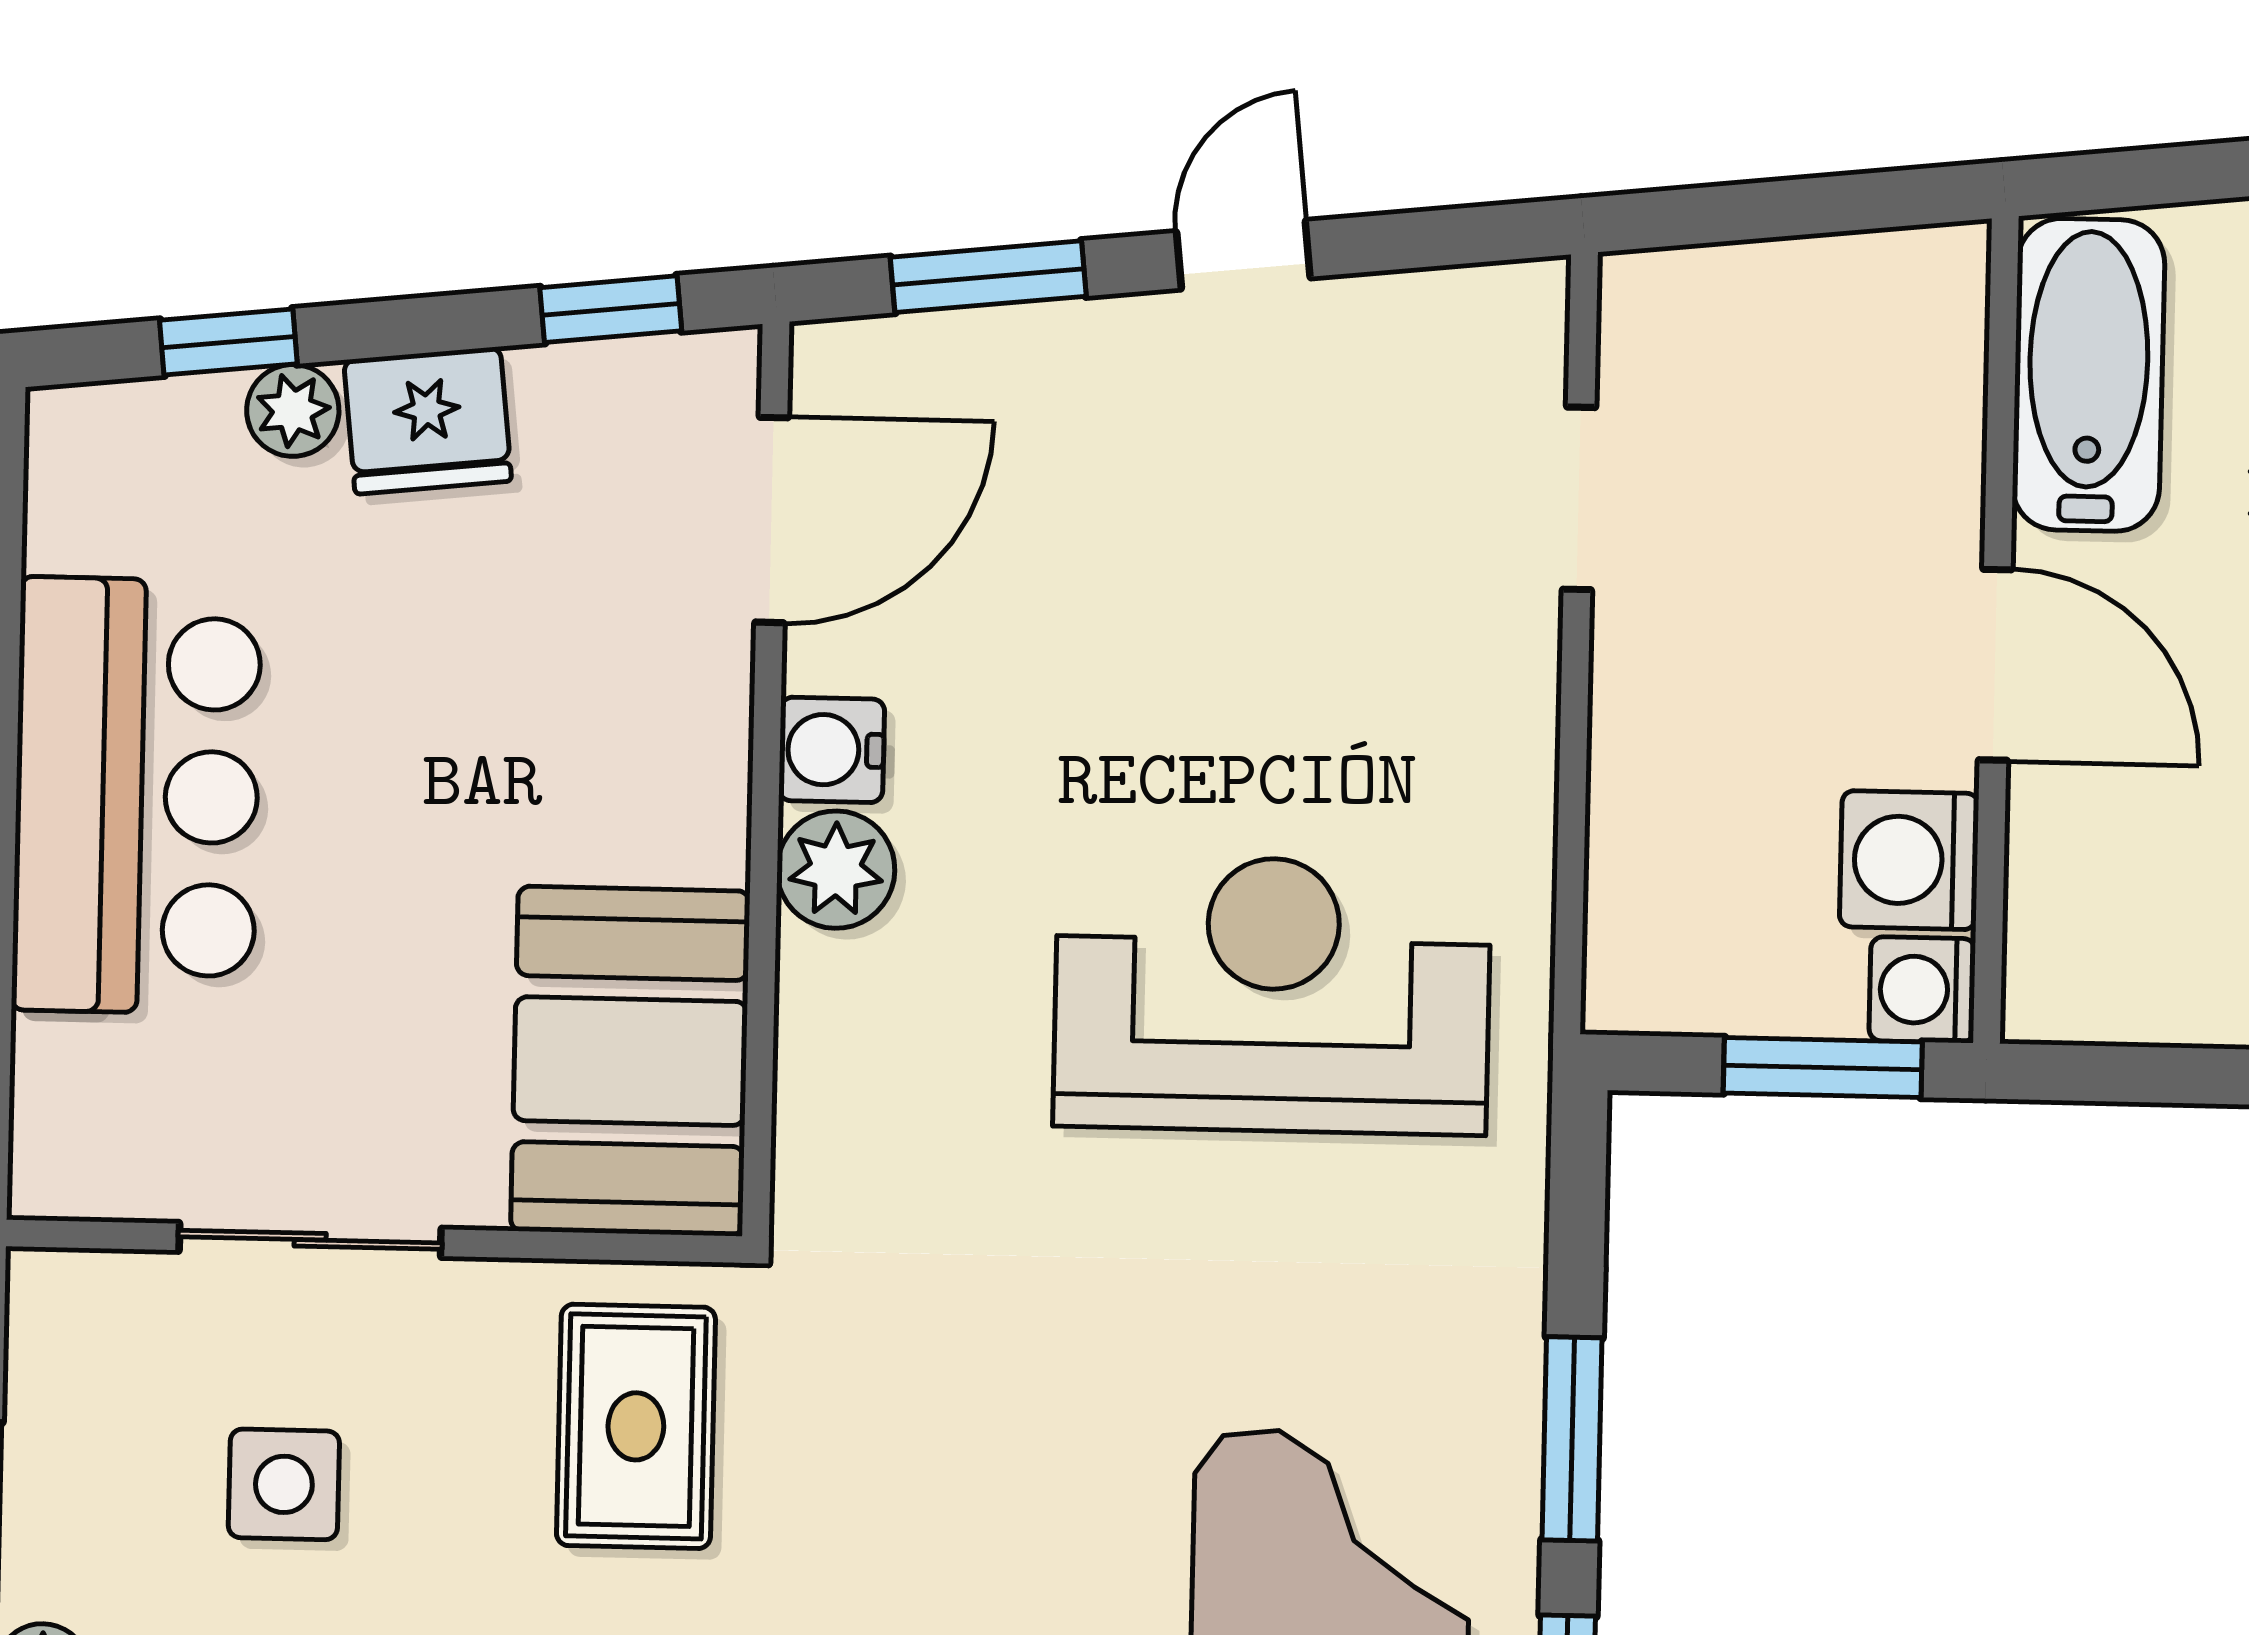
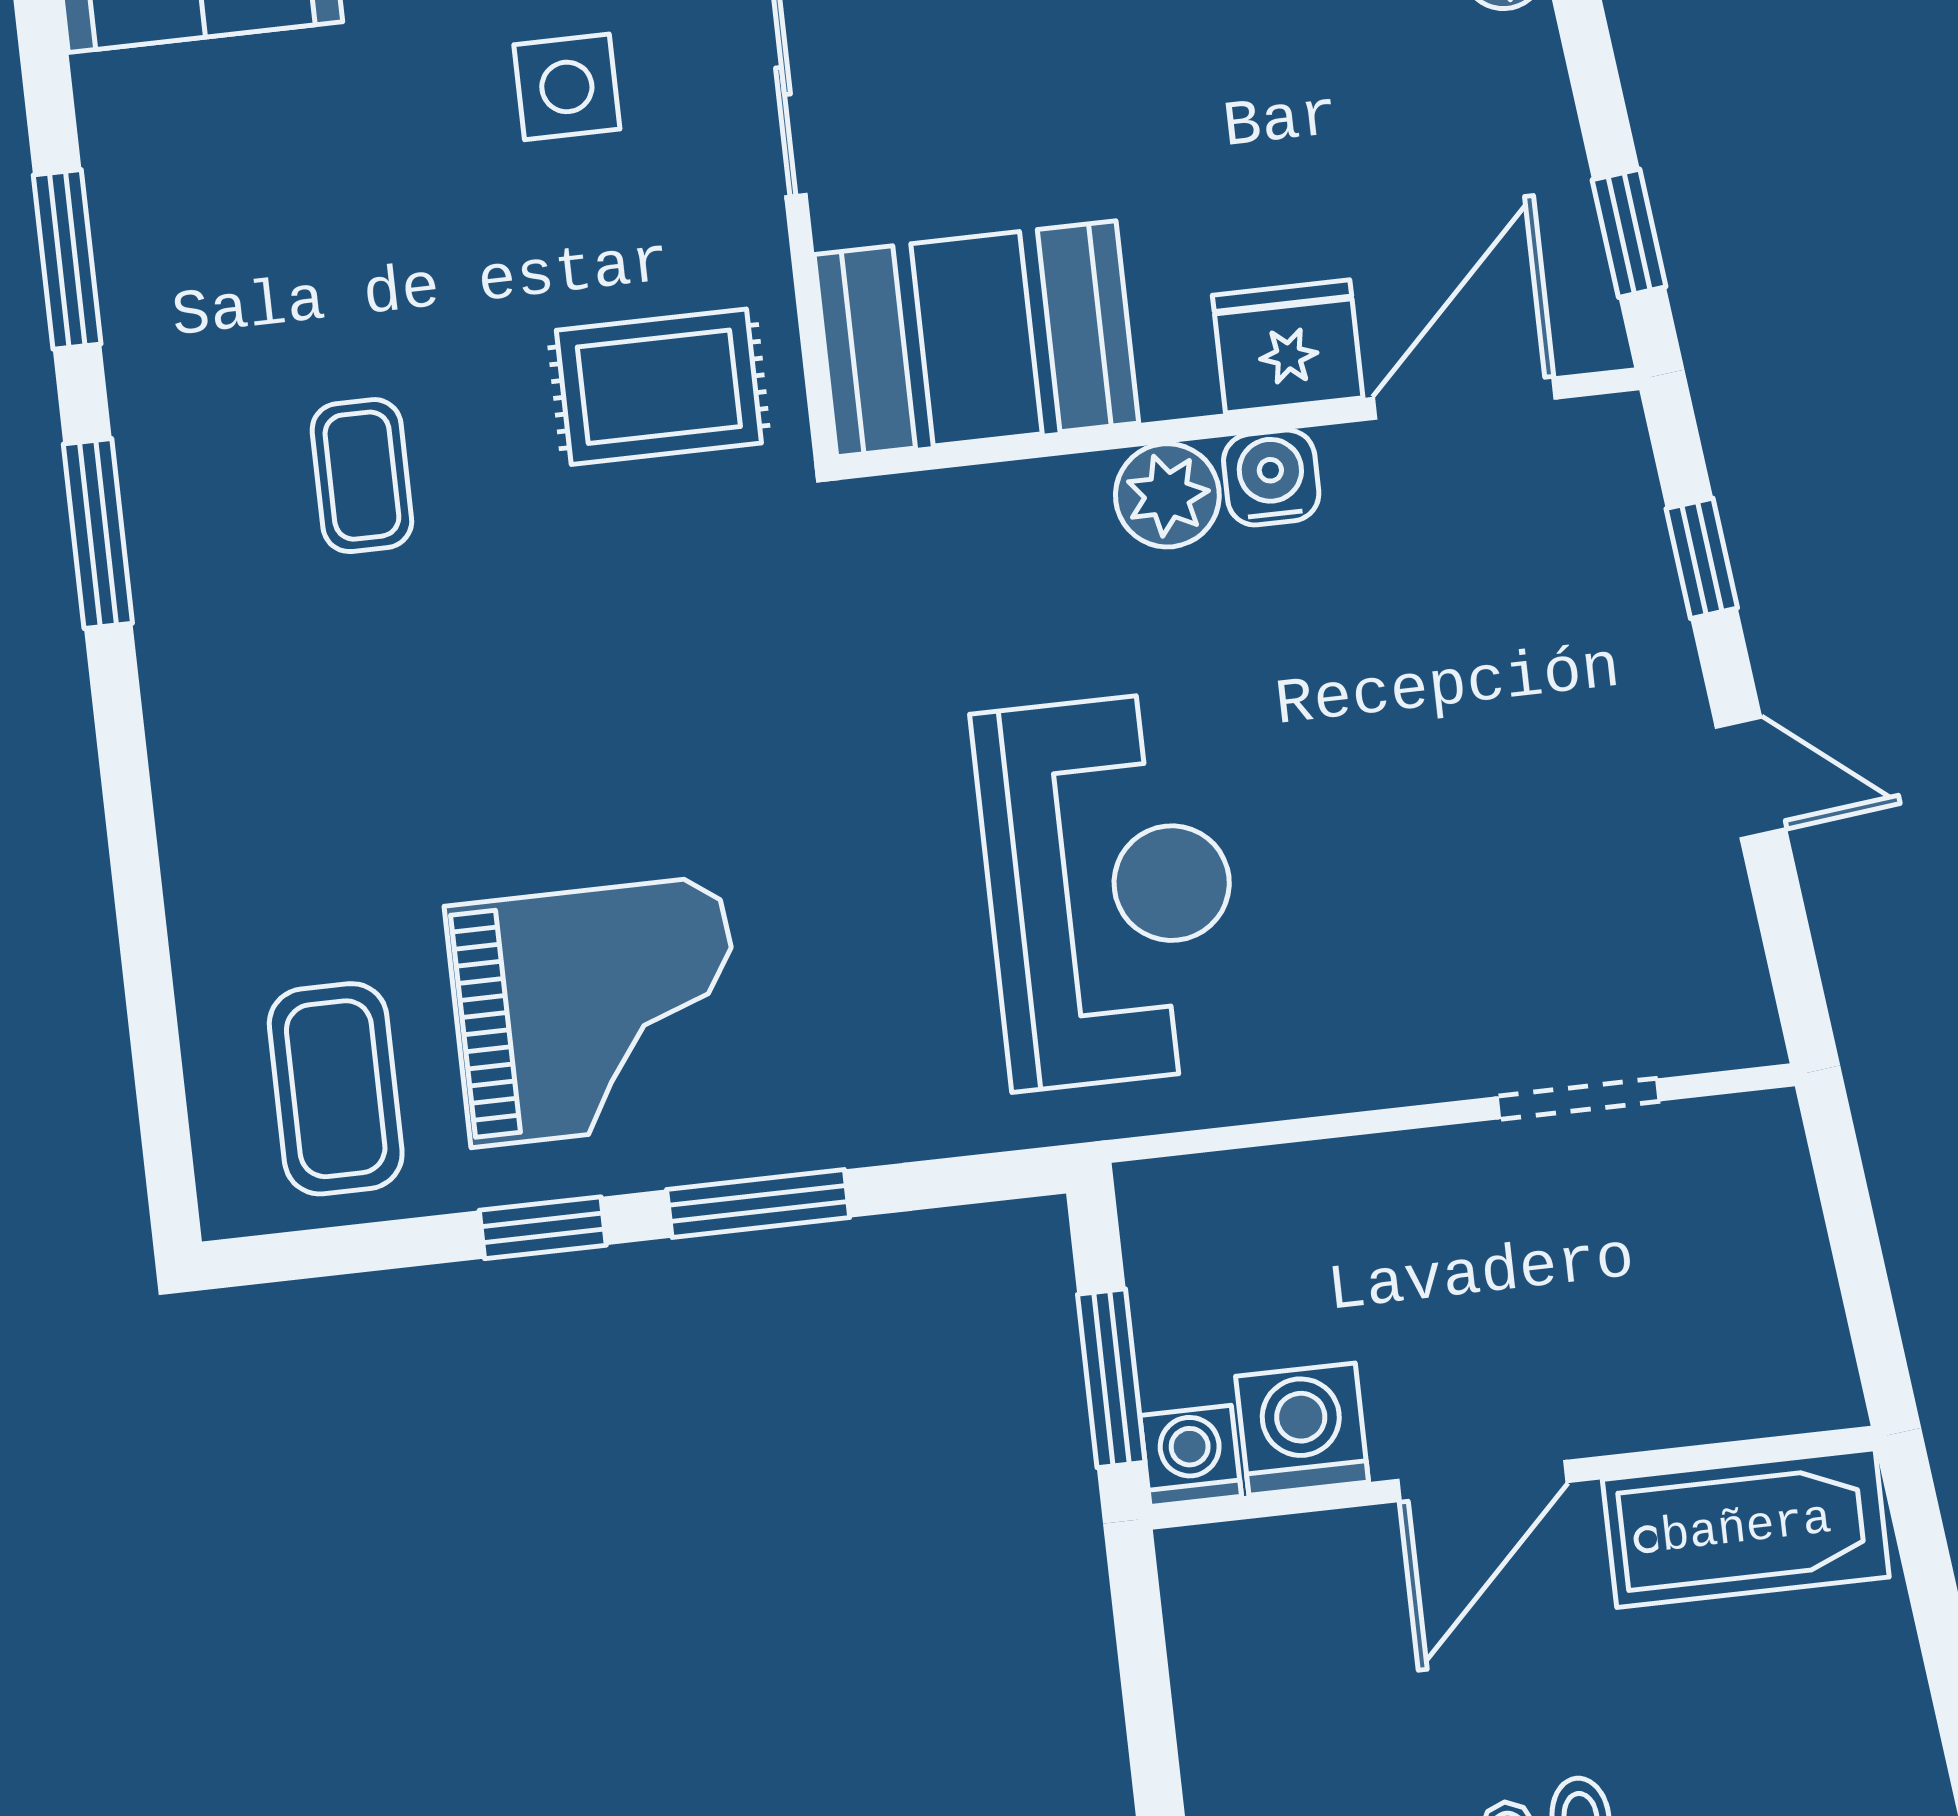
window: (988, 277) -> (1702, 558), width x0.67
fridge: (428, 420) -> (1288, 346), moved, turned 96
door: (772, 520) -> (1464, 398), swing flipped

